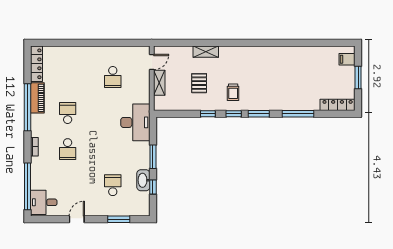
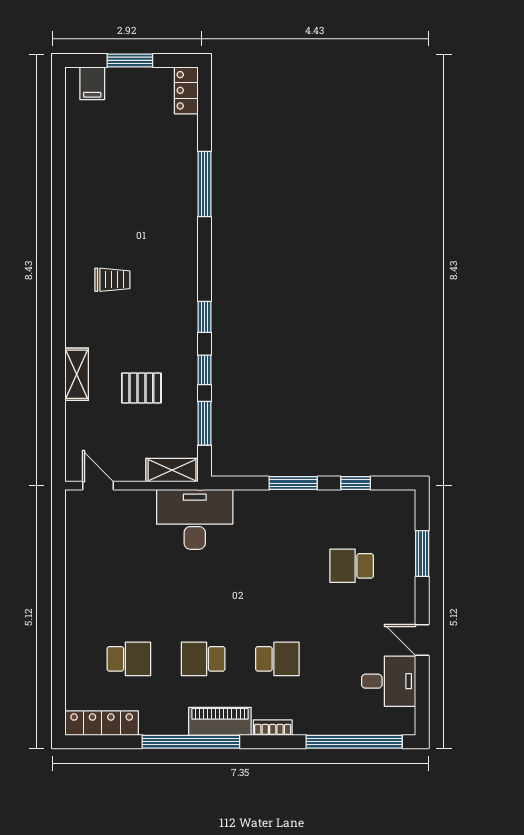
school desk: (113, 77) -> (129, 659), moved
shelving: (159, 83) -> (172, 470), moved
trolley: (233, 92) -> (112, 280), moved
piano: (37, 98) -> (220, 721), moved
locker: (338, 105) -> (186, 90), width x0.66
window: (259, 114) -> (204, 423), moved
desk: (135, 122) -> (195, 519), moved
washbasin: (143, 180) -> (342, 503), removed
desk: (44, 202) -> (389, 681), moved, turned -90

